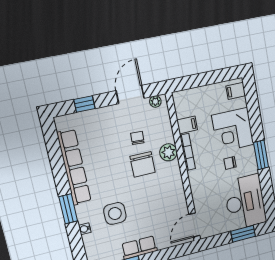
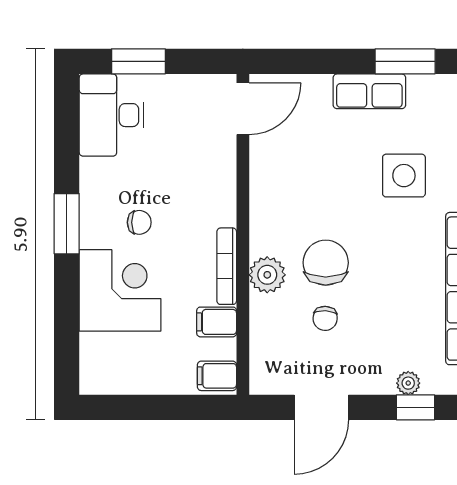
filing cabinet: (236, 91) -> (217, 376), moved, turned 180
plant: (155, 102) -> (408, 383), moved
desk: (245, 202) -> (111, 115), width x0.73, depth x0.77

